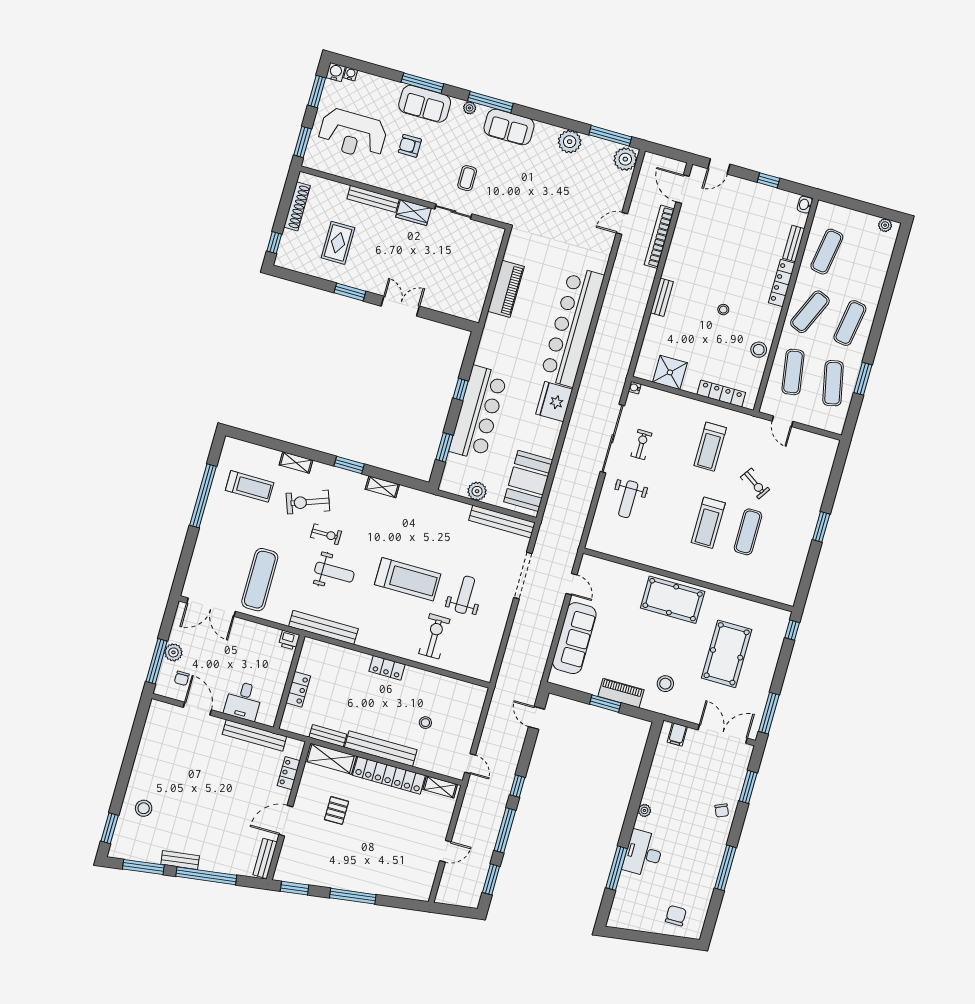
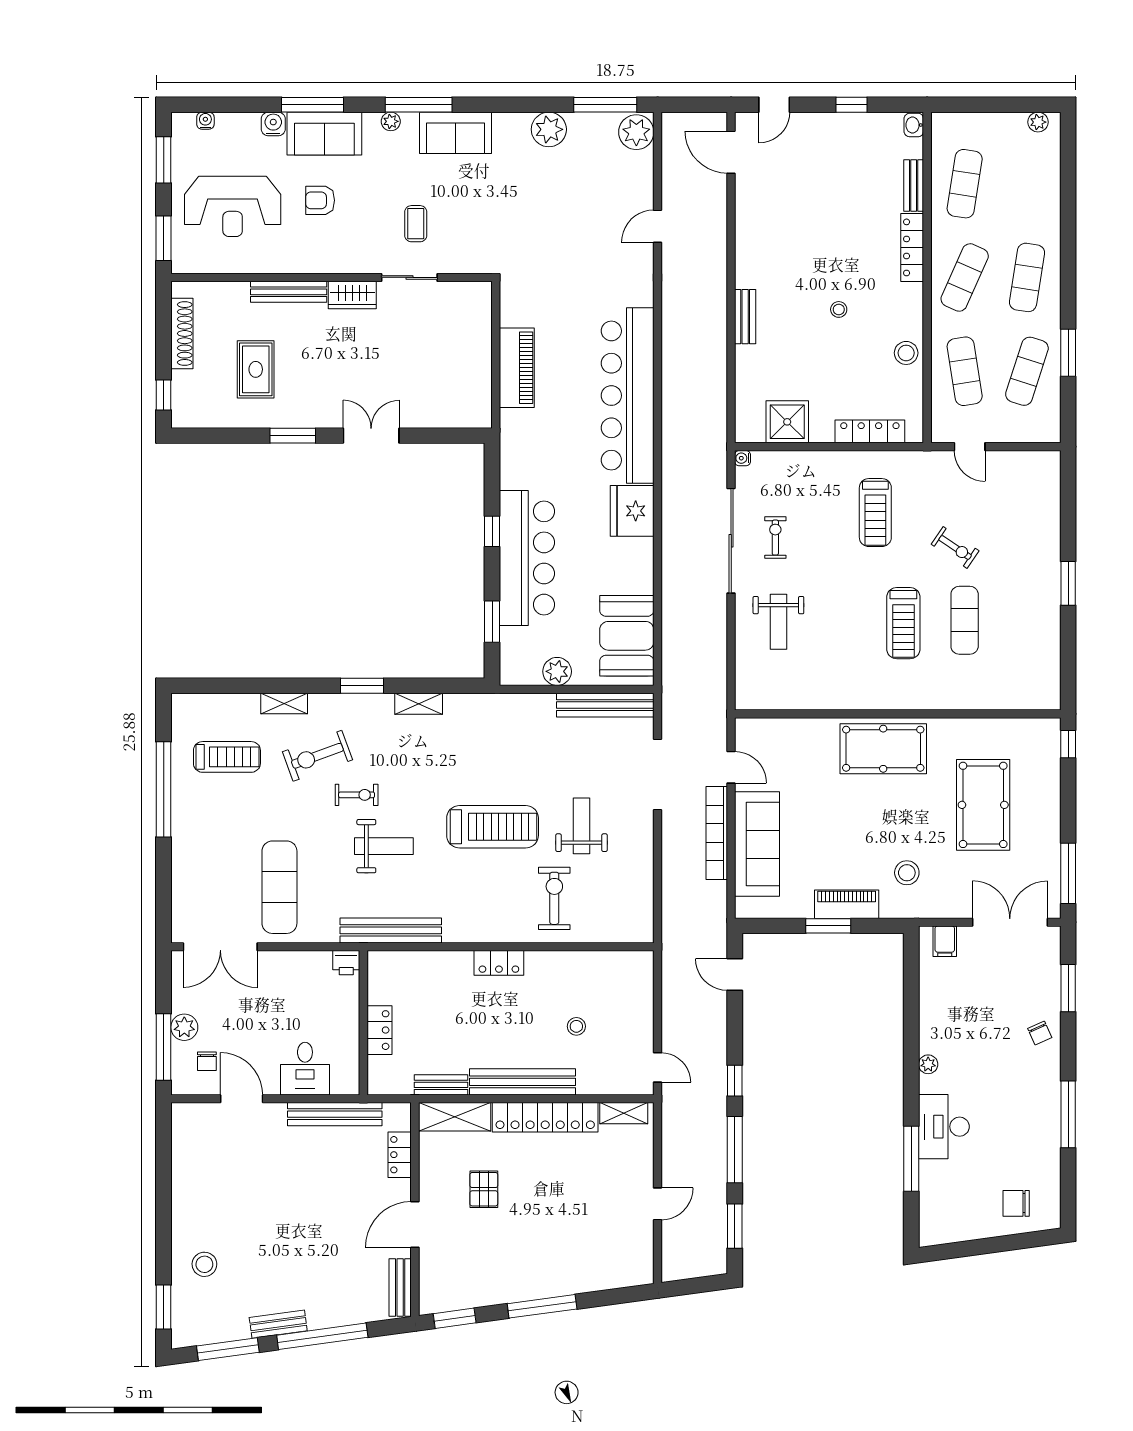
water cooler: (336, 72) -> (273, 124), moved
bookcase: (659, 237) -> (717, 833), moved
exercise mat: (833, 383) -> (1027, 371), turned 30
chair: (676, 916) -> (1016, 1203), turned -90

